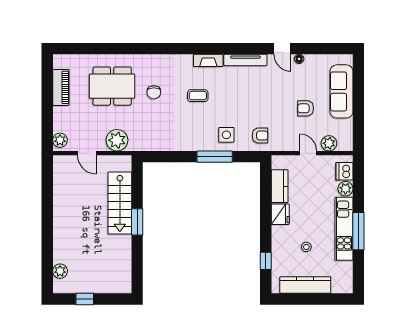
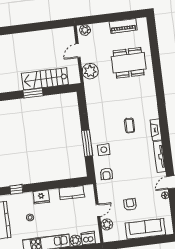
dining table: (112, 86) -> (129, 63), turned 90
chair: (154, 92) -> (128, 93), removed
fridge: (280, 214) -> (41, 197), moved

